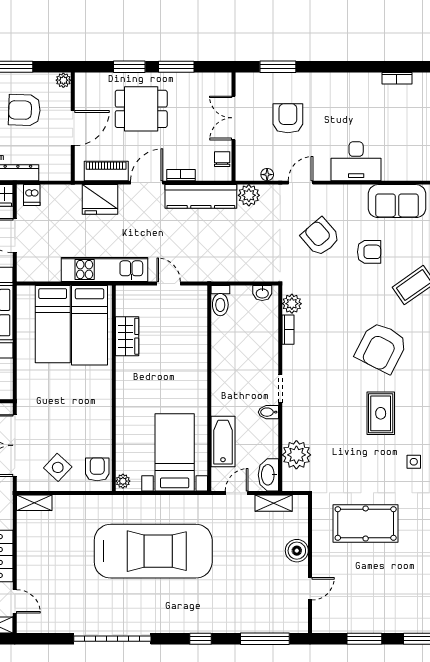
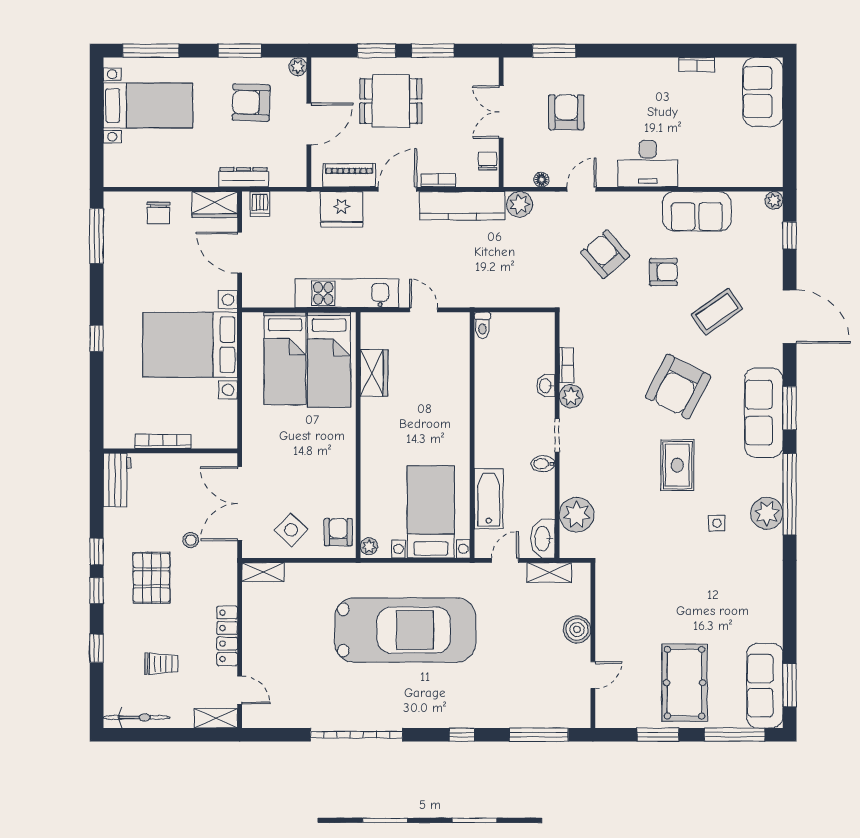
washbasin: (262, 293) -> (546, 386), moved, turned 90
toilet: (220, 301) -> (482, 325), width x0.73, depth x0.72
plant: (292, 304) -> (571, 396), moved
pool table: (366, 523) -> (685, 683), moved, turned 90

